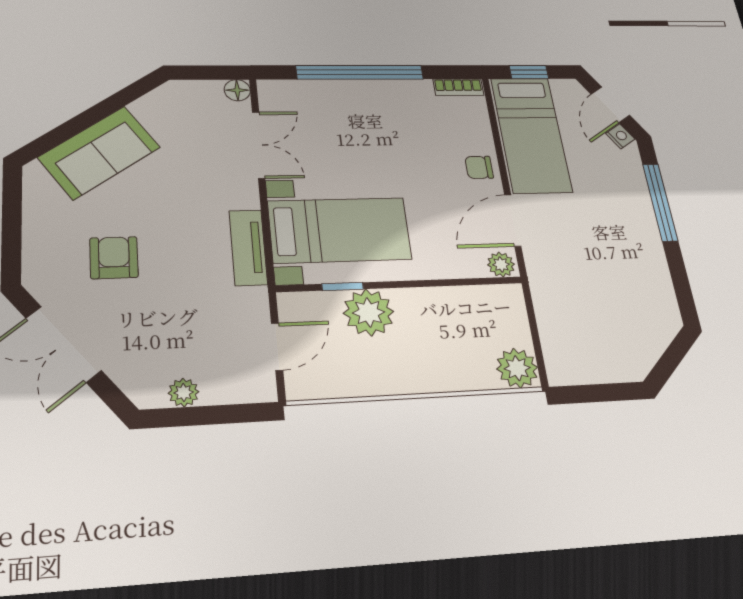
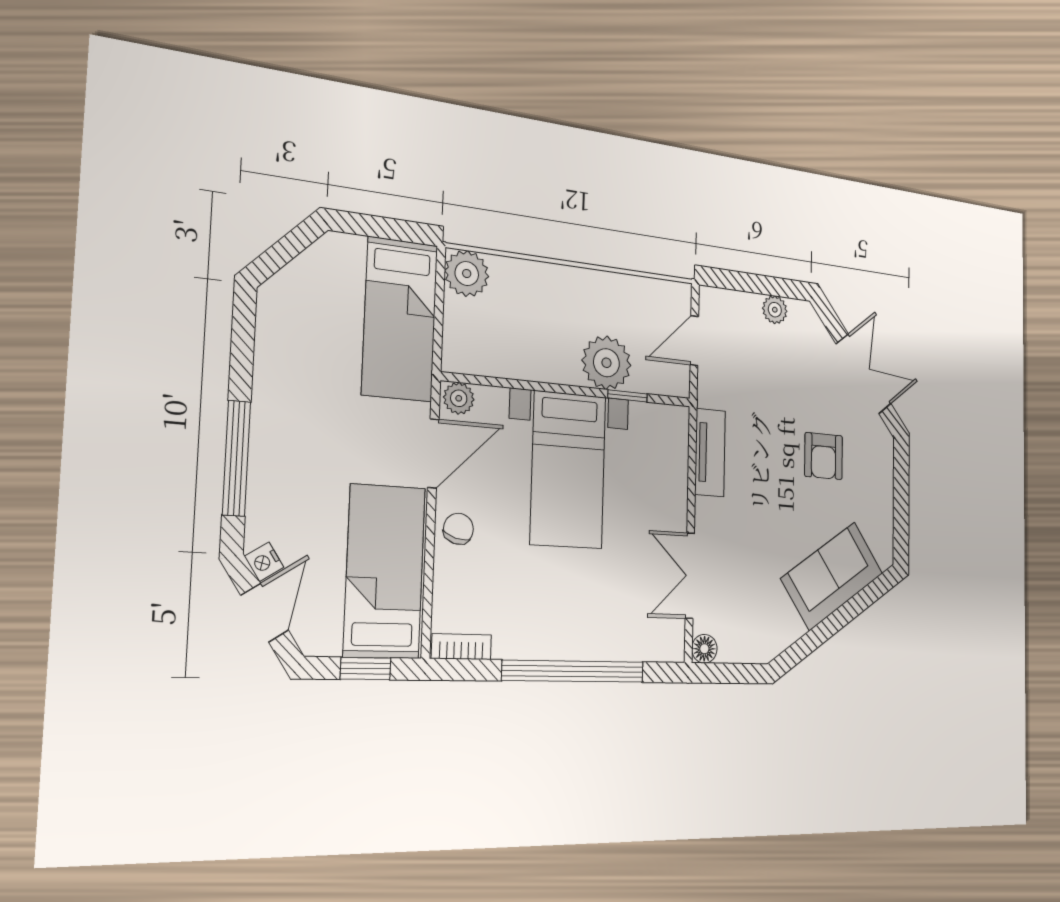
chair: (479, 167) -> (458, 529), turned -74
bed with nightstands: (339, 230) -> (568, 470), moved, turned -90
bed: (566, 320) -> (400, 319), added

